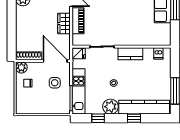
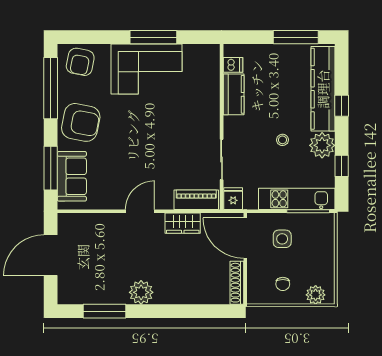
piano: (78, 21) -> (196, 200), moved
kitchen counter: (130, 54) -> (234, 94), moved
door: (55, 61) -> (245, 238), hinge flipped
plant: (21, 67) -> (316, 295), moved

